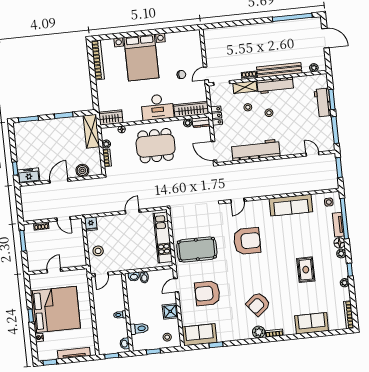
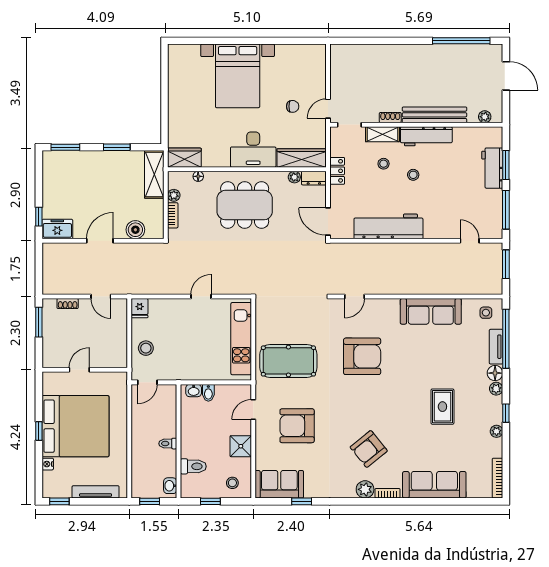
bookcase: (98, 60) -> (174, 73), removed
sofa: (312, 323) -> (434, 485), width x1.36

